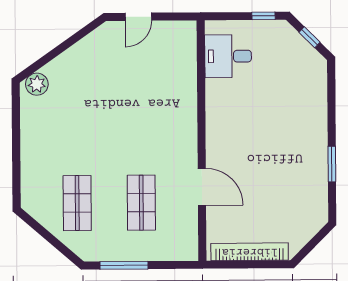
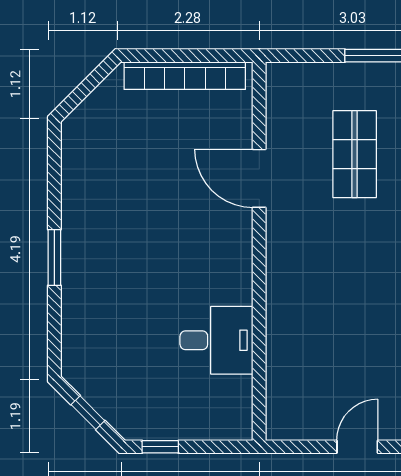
desk: (228, 56) -> (216, 340), moved
window: (332, 164) -> (54, 258), moved

